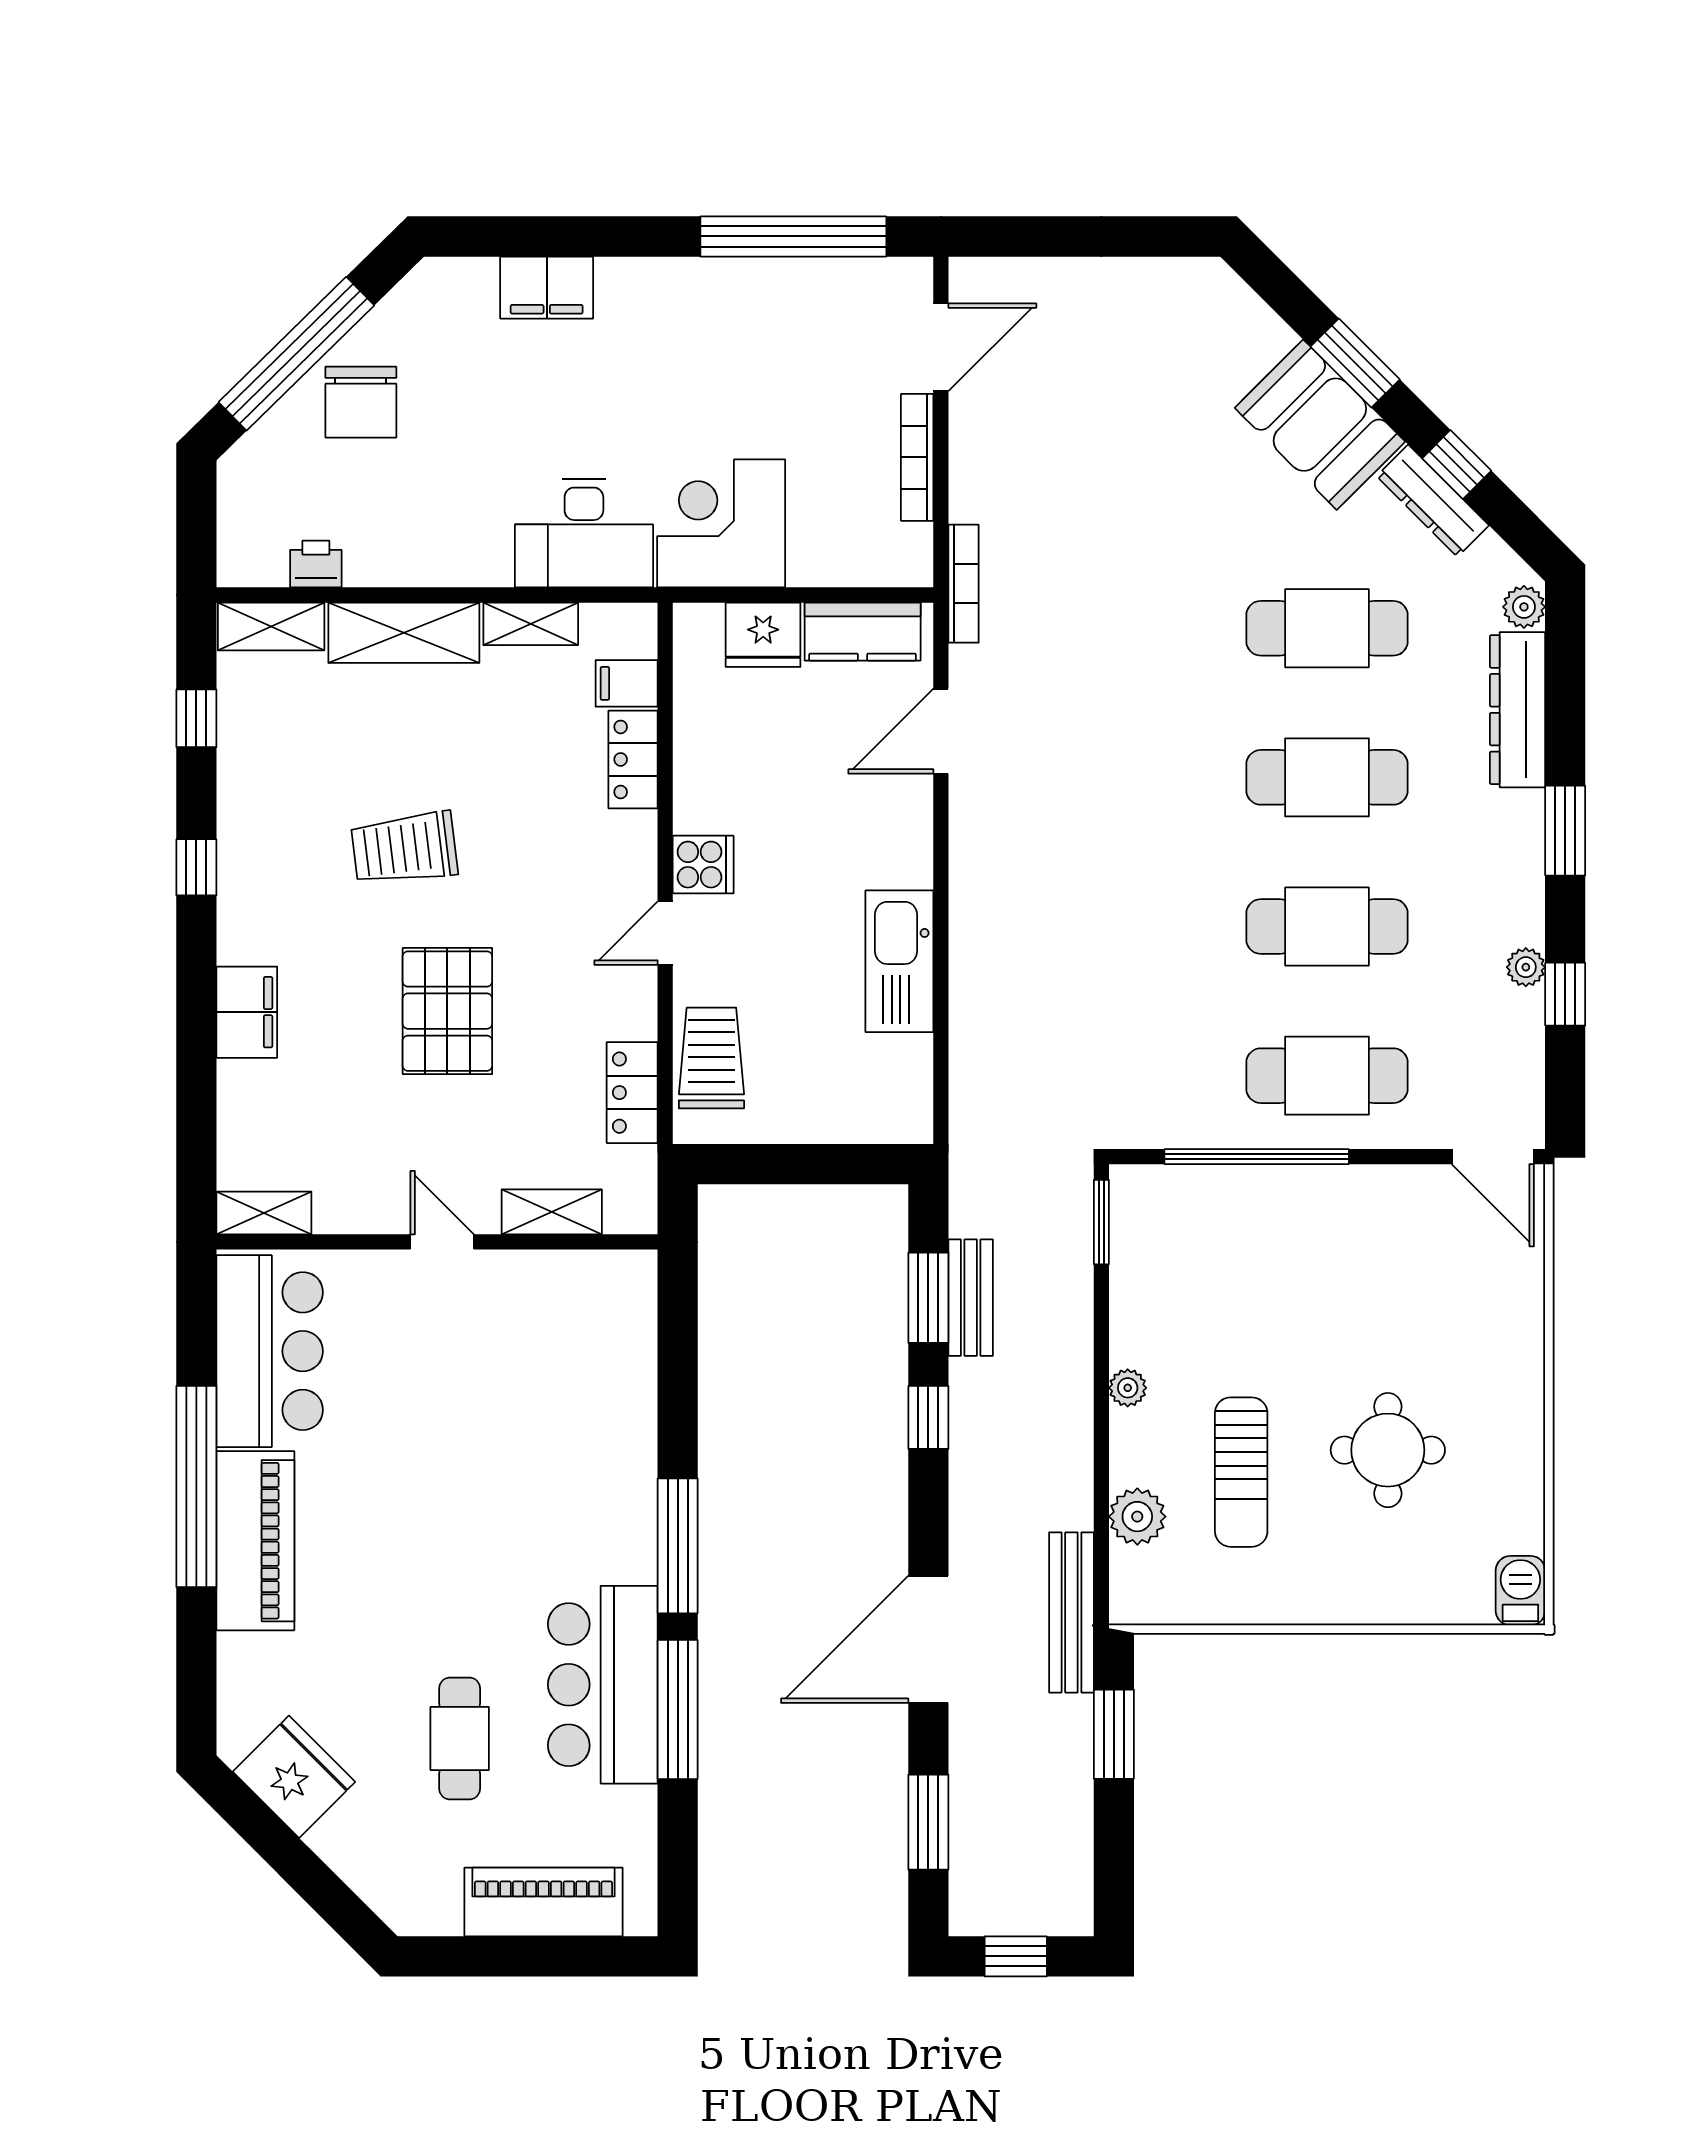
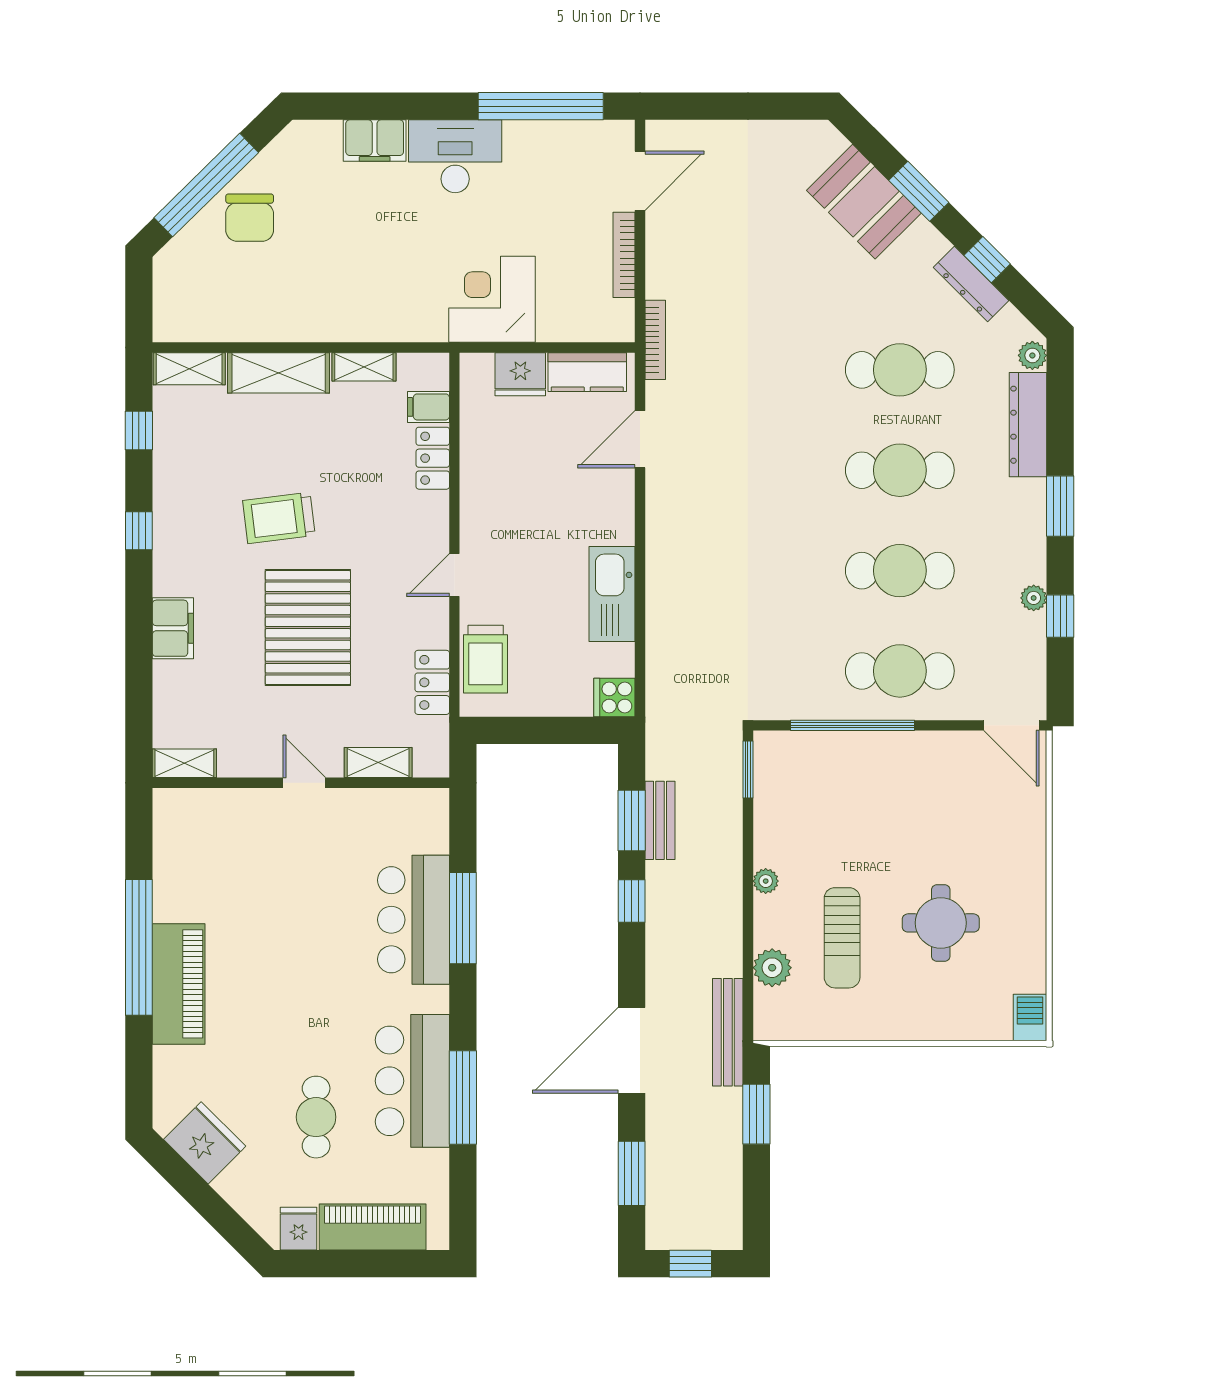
booth: (1320, 425) -> (864, 202), moved
desk: (584, 533) -> (455, 156), moved, turned 180
printer: (316, 564) -> (219, 327), removed
cooker: (703, 865) -> (614, 697), moved, turned 180
pallet: (447, 1011) -> (308, 628), width x1.37, depth x1.41
trolley: (711, 1058) -> (486, 659), turned 180
bar counter: (270, 1351) -> (413, 920), moved, turned 180
window: (678, 1546) -> (463, 918), moved
fridge: (434, 1904) -> (299, 1229), added

